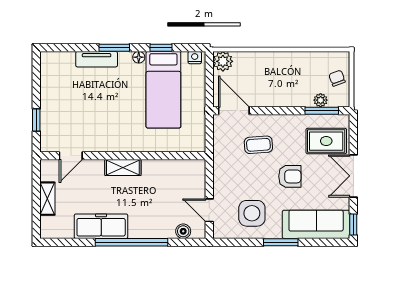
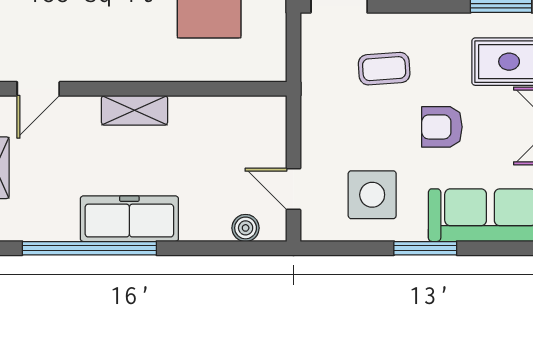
armchair: (290, 176) -> (442, 127), turned 180
freezer: (101, 226) -> (129, 219), moved
window: (131, 242) -> (89, 248), moved

